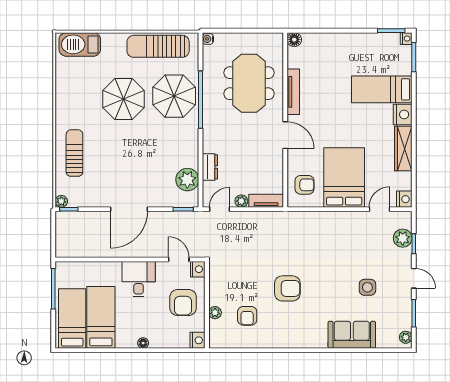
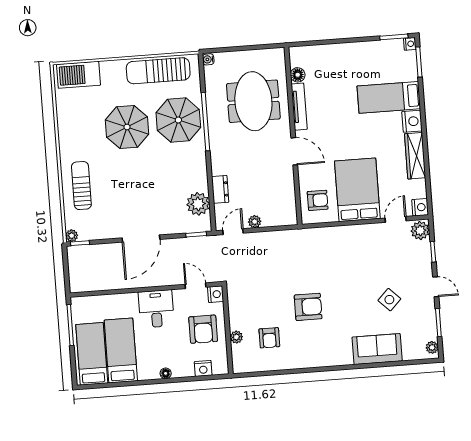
floor lamp: (294, 40) -> (298, 75), moved
tv unit: (266, 201) -> (280, 219), removed
plant: (403, 238) -> (420, 230), moved
side table: (367, 287) -> (389, 300), turned 45
nightstand: (198, 340) -> (203, 368), moved, turned 90

